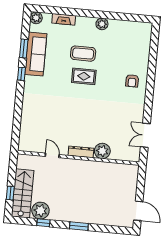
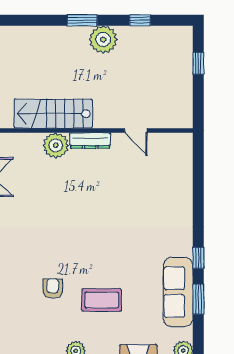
rug: (84, 76) -> (97, 263), removed
armchair: (132, 81) -> (53, 288), moved
stairs: (23, 193) -> (53, 114), moved, turned 90
plant: (40, 211) -> (103, 40), moved

